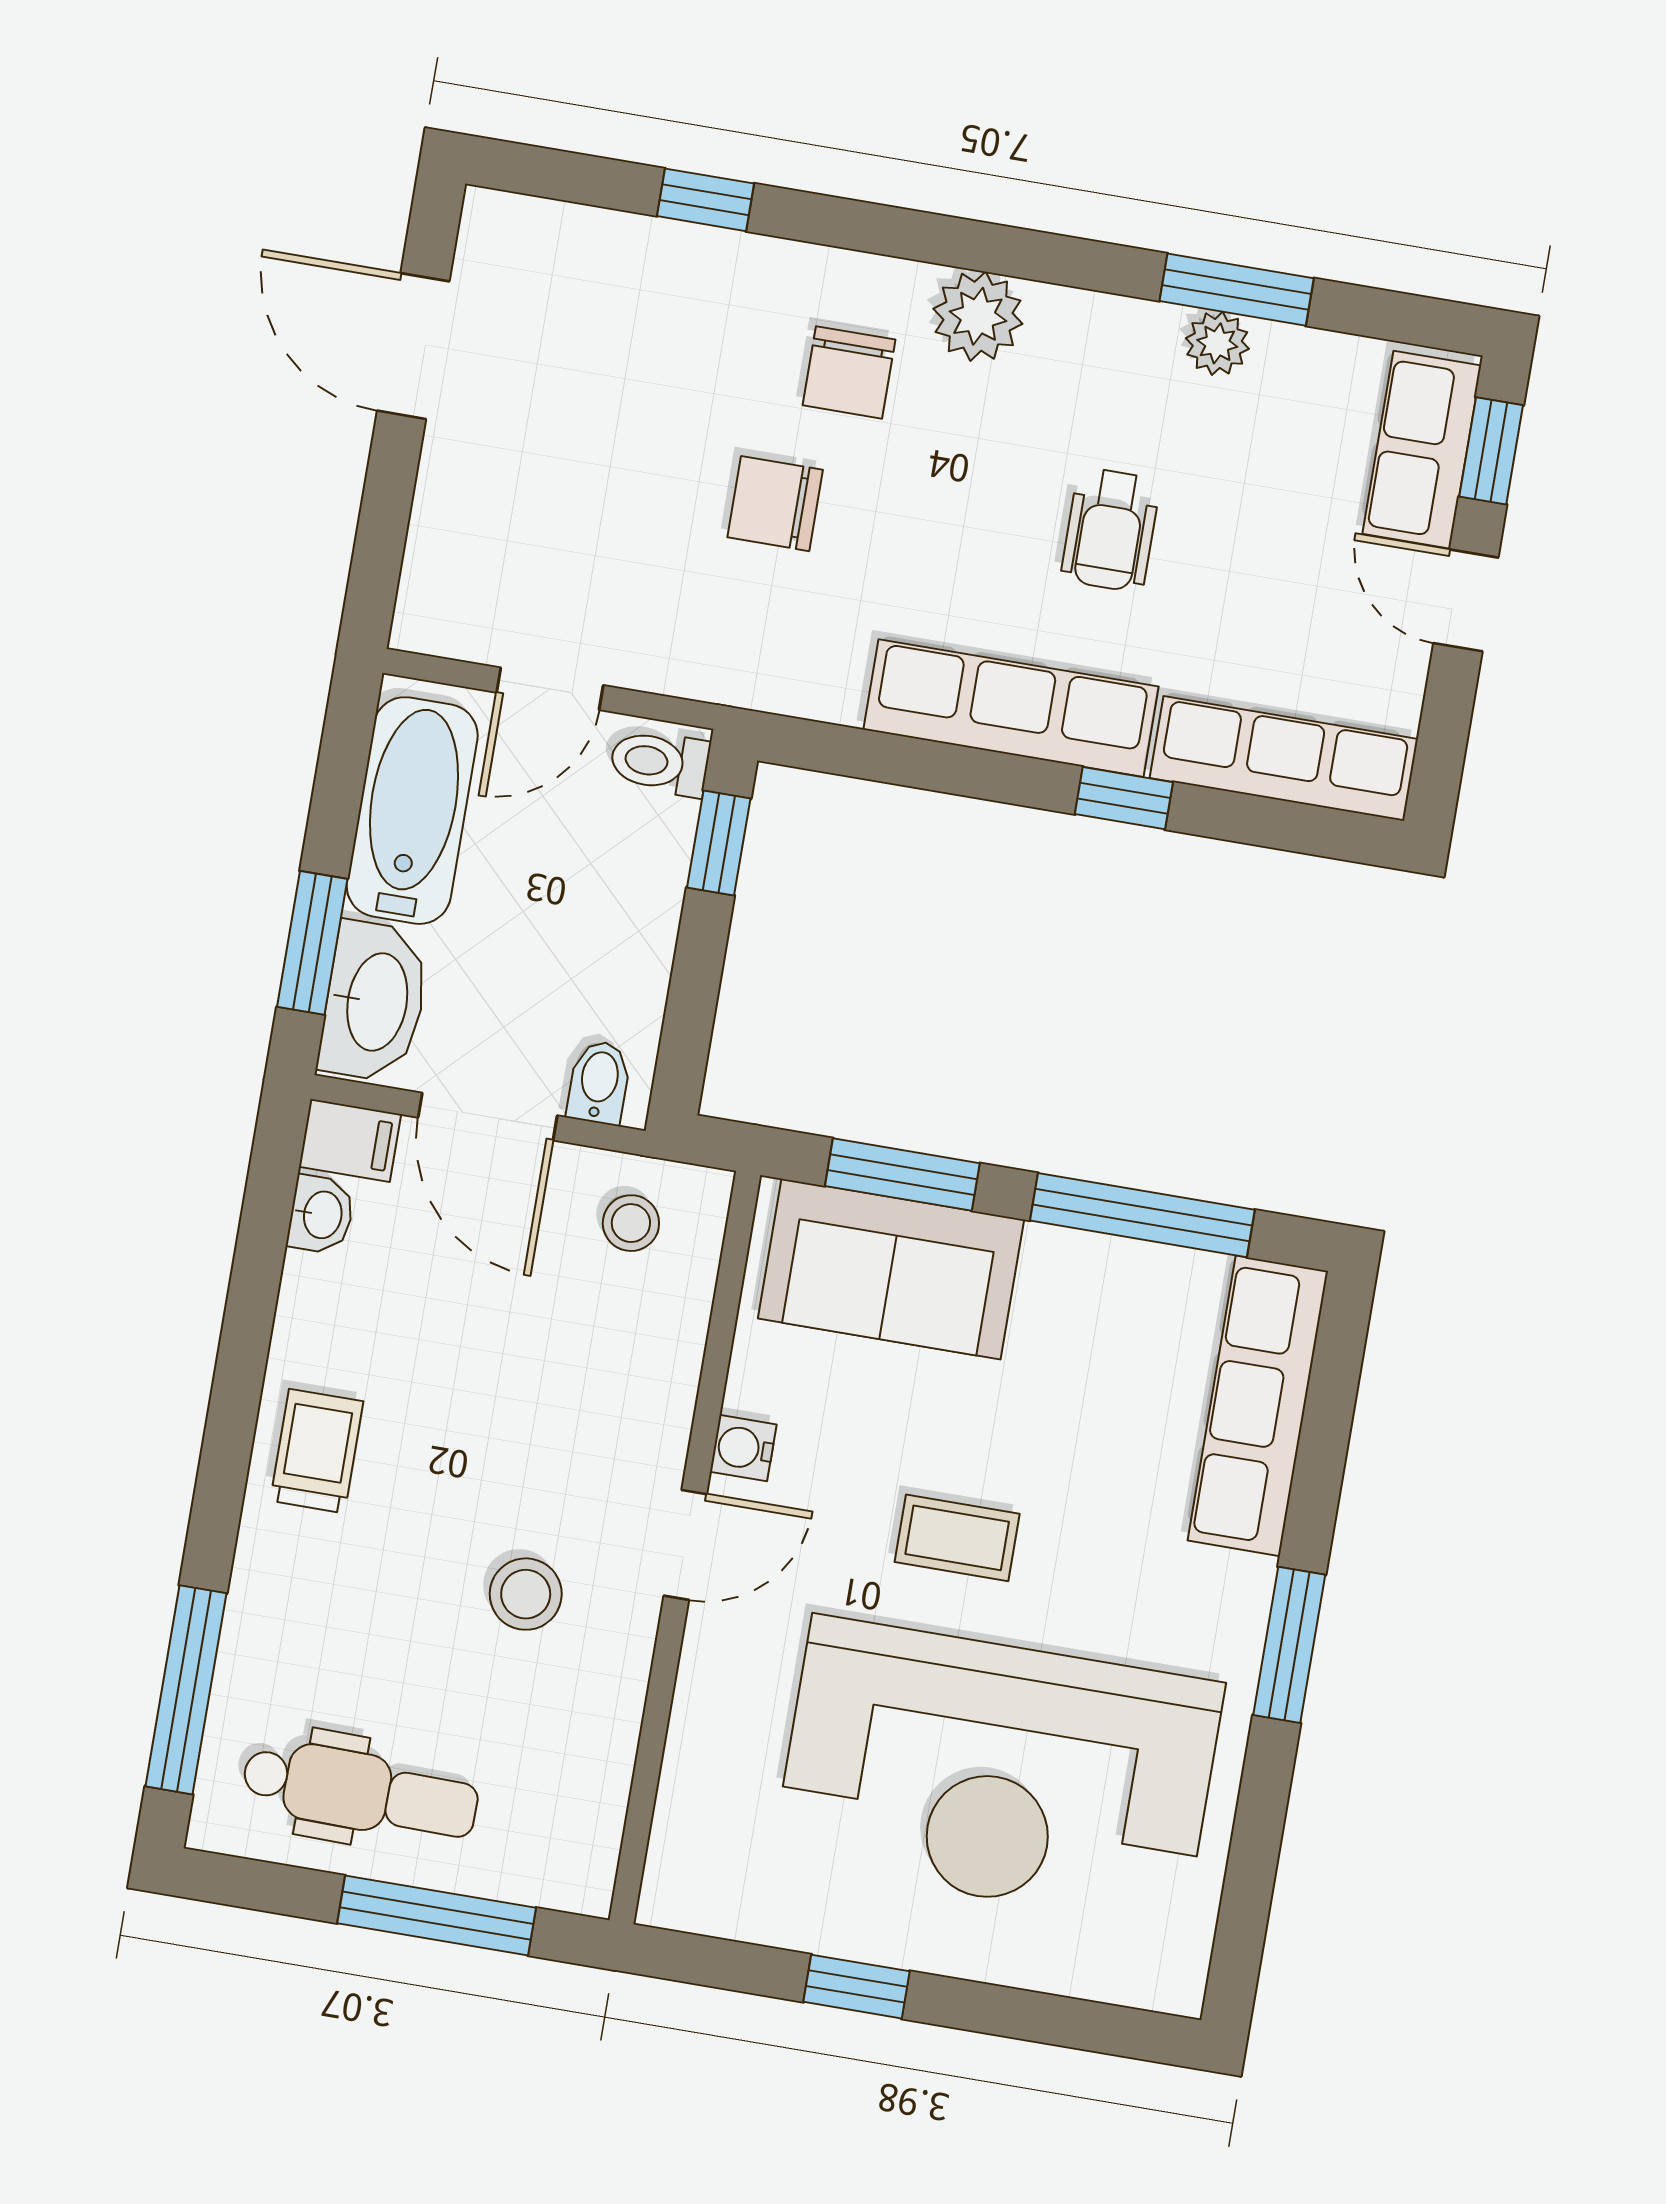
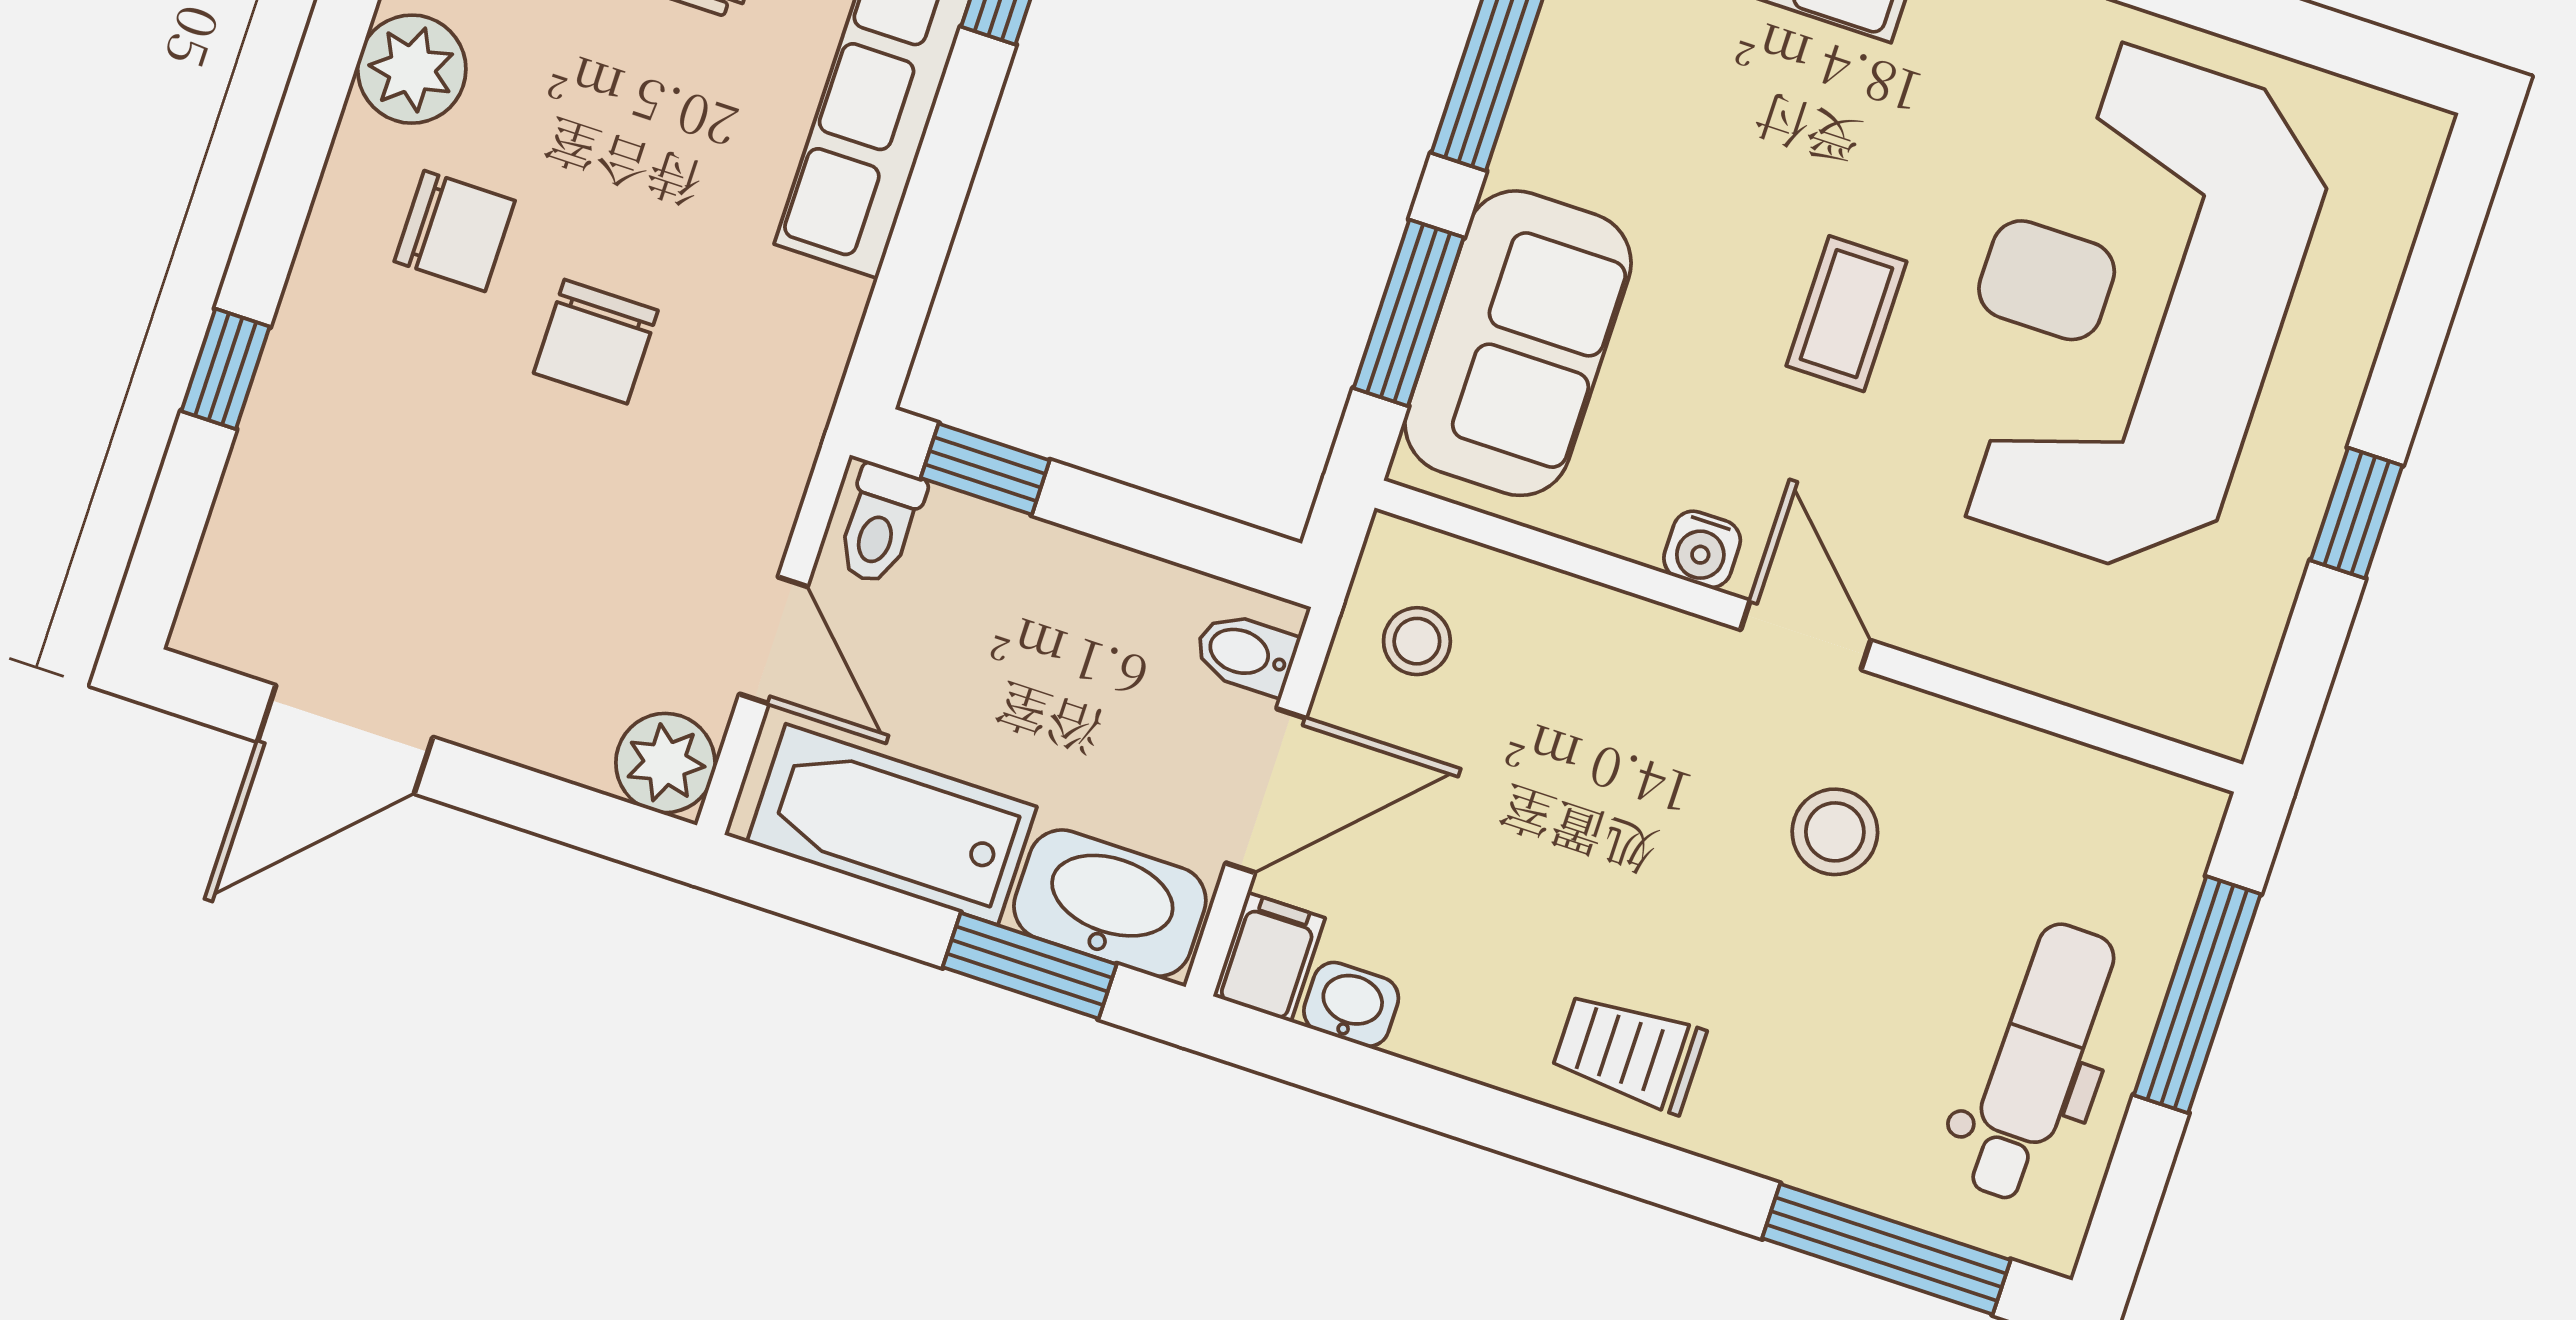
plant: (434, 615) -> (665, 763), added
reception desk: (998, 1772) -> (2129, 308), turned 180

